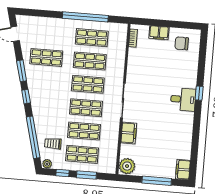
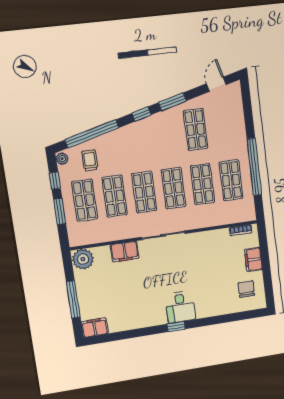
window: (199, 93) -> (176, 327), moved

